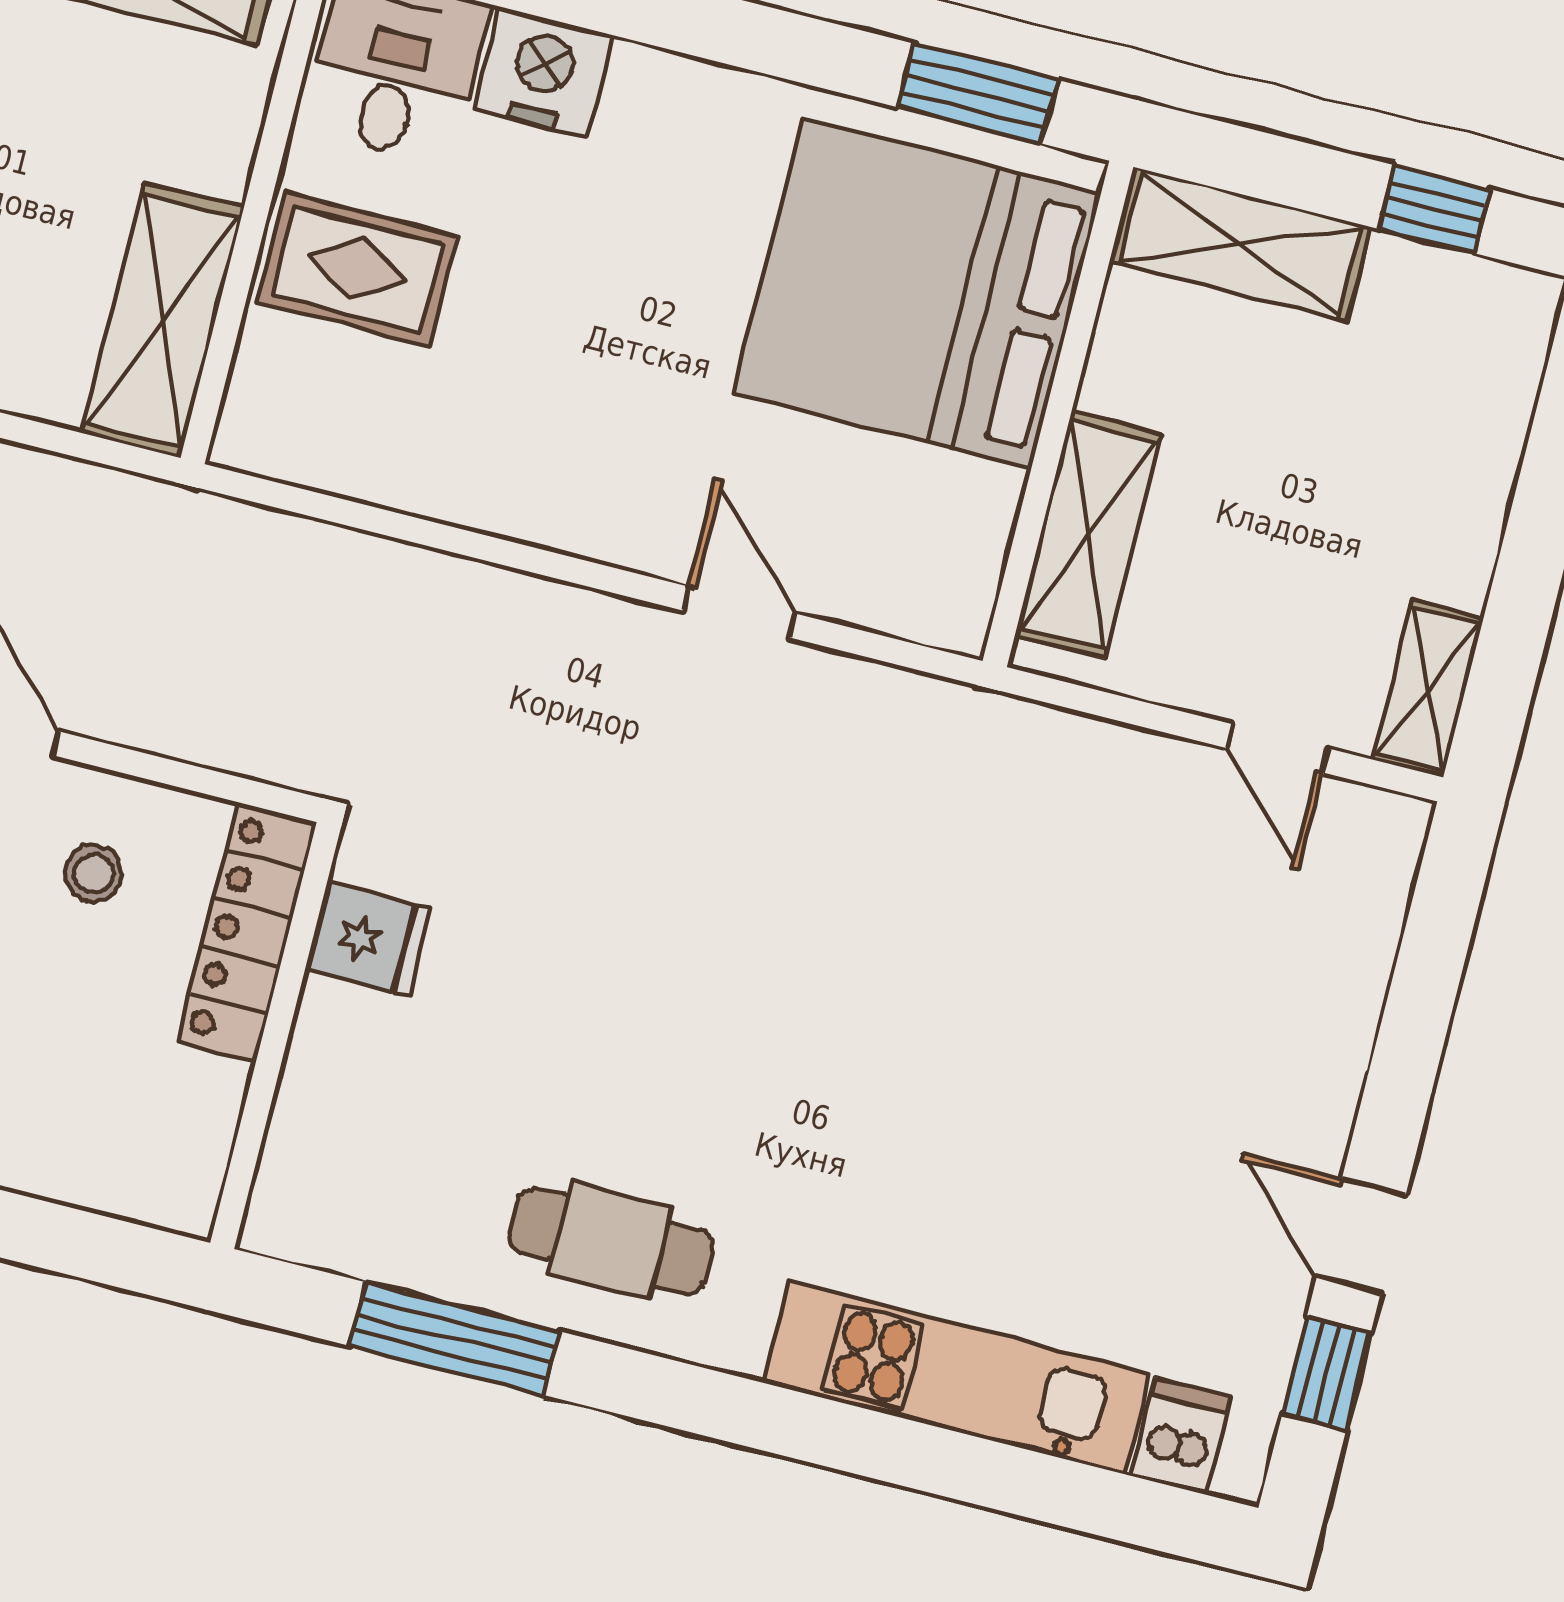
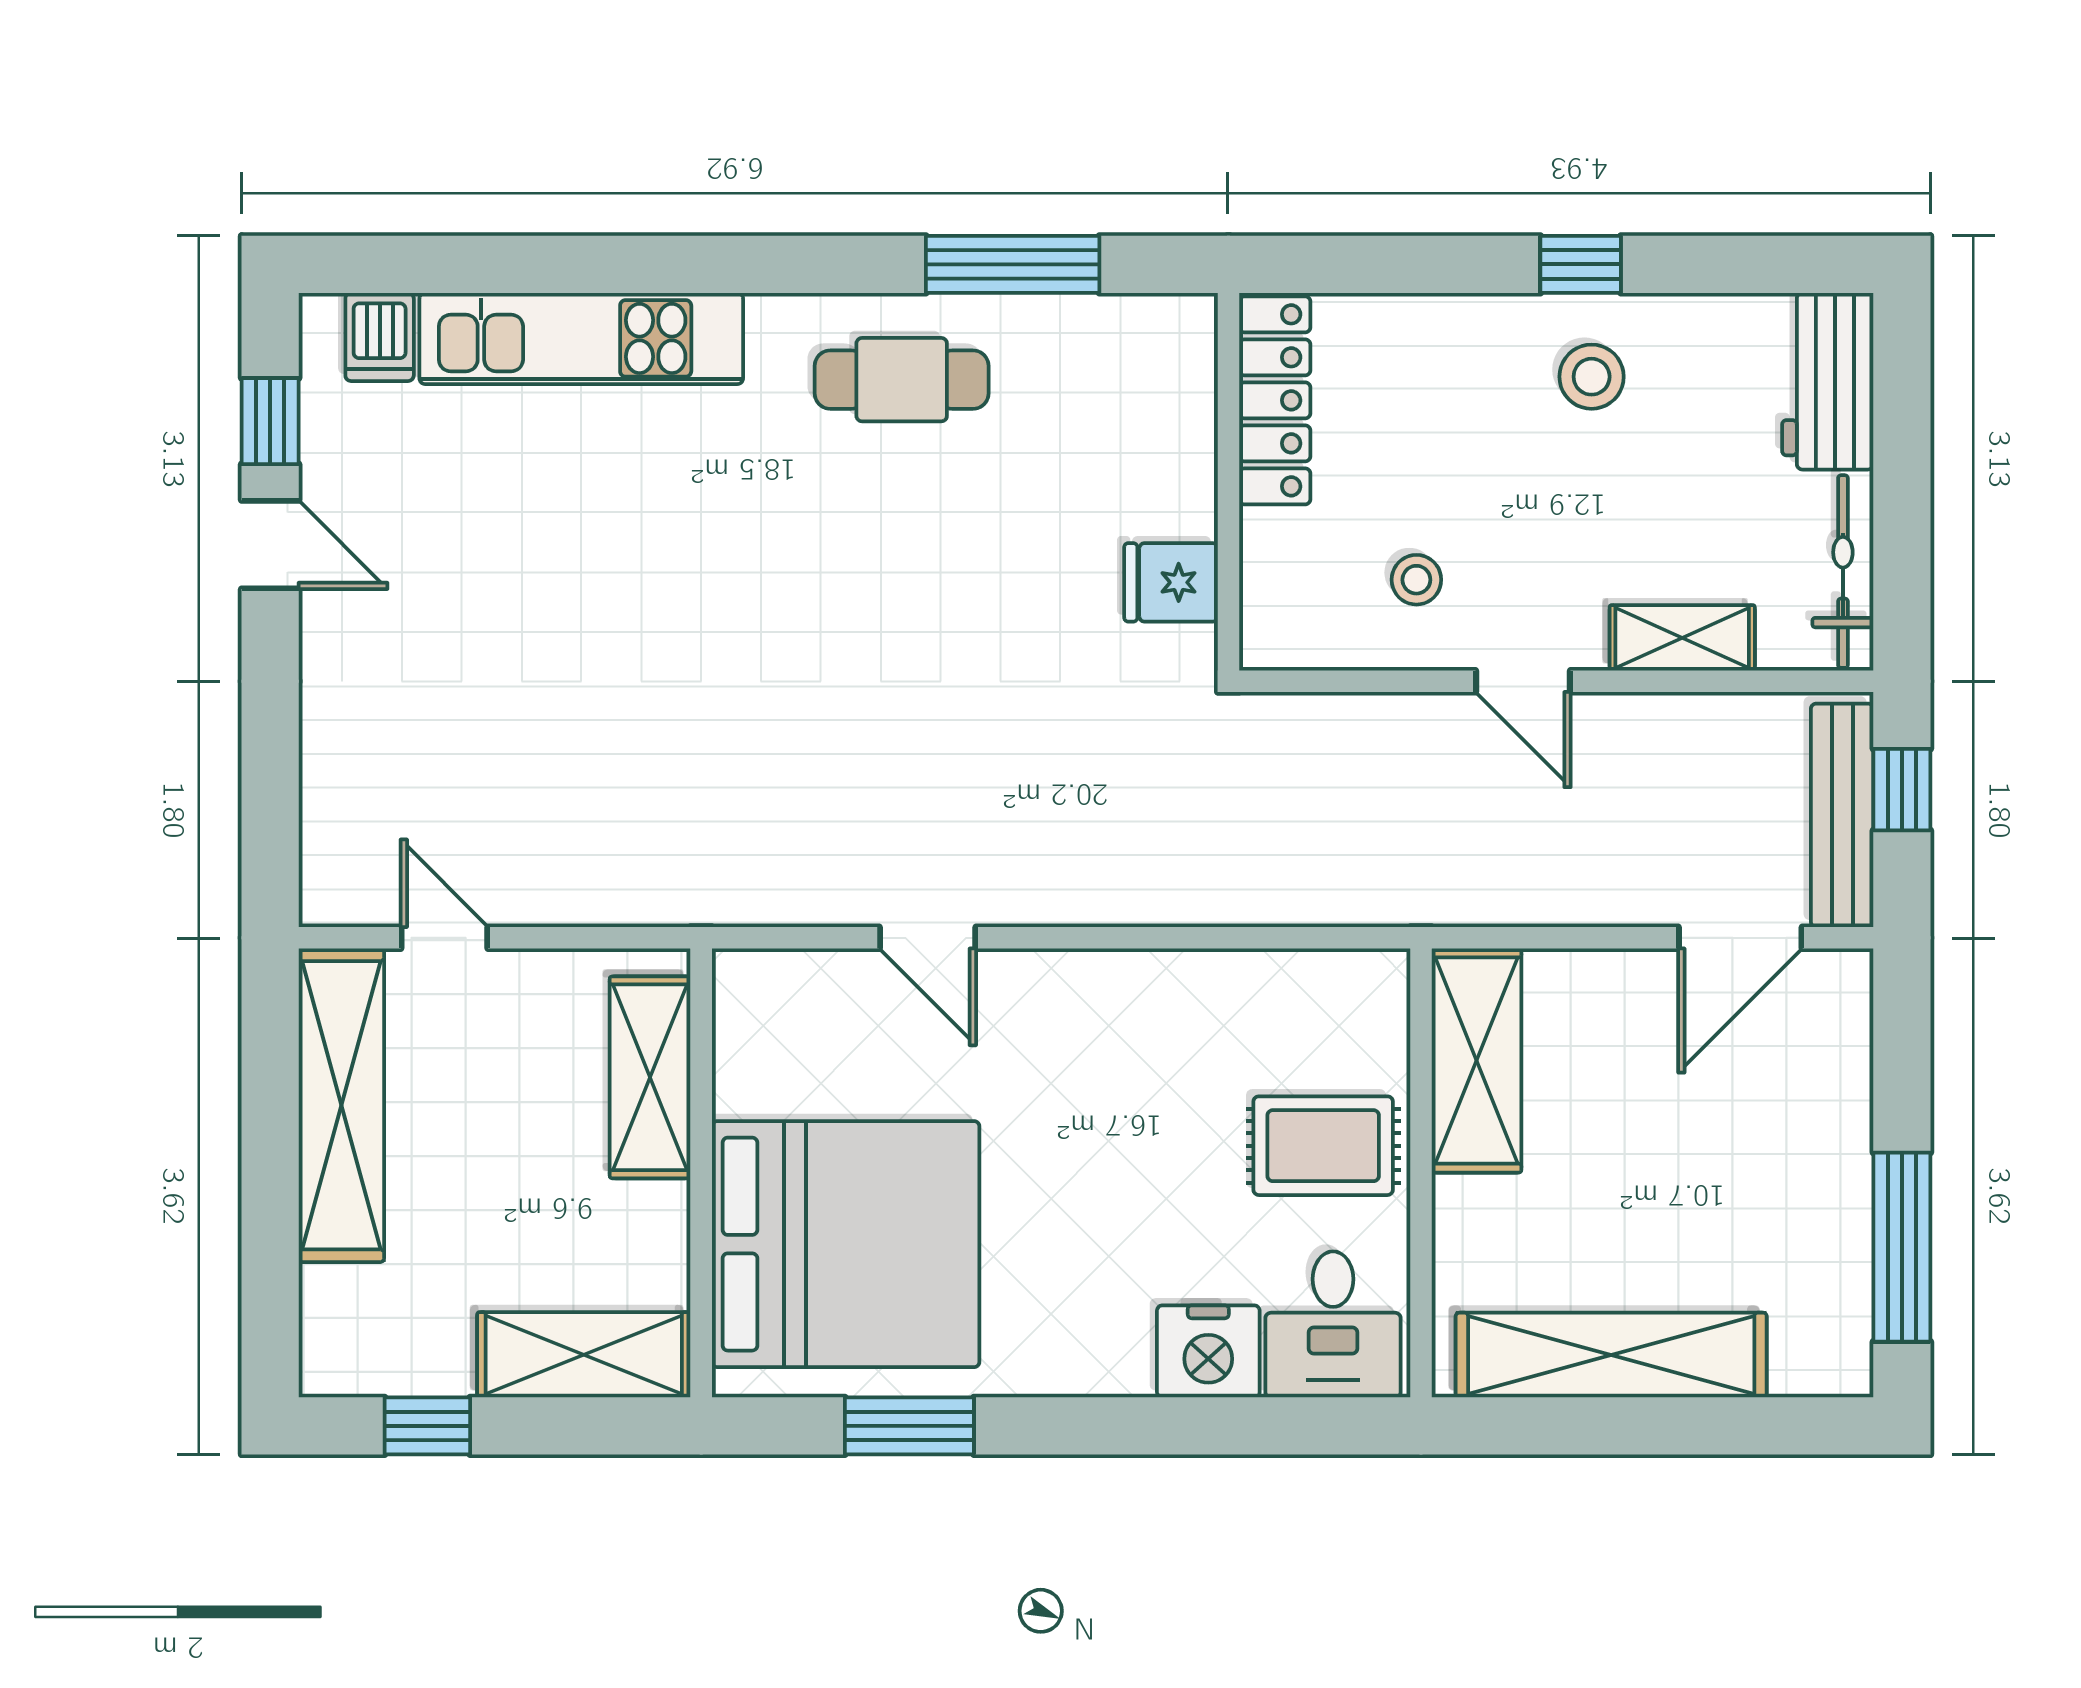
window: (977, 94) -> (909, 1426), moved
shelving: (1428, 689) -> (341, 1105), width x2.20, depth x1.33
locker: (247, 932) -> (1275, 400), moved

